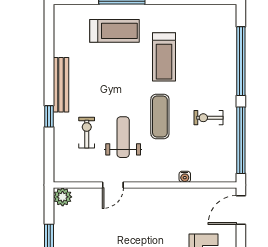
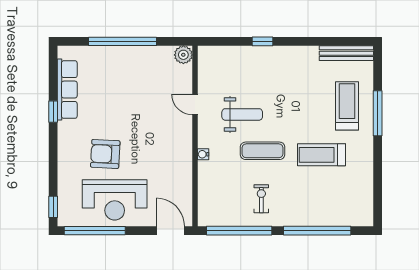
treadmill: (114, 31) -> (347, 106), turned 180
bench: (61, 85) -> (346, 53), moved
exercise bike: (87, 133) -> (247, 79), removed
water cooler: (185, 177) -> (203, 154), moved

